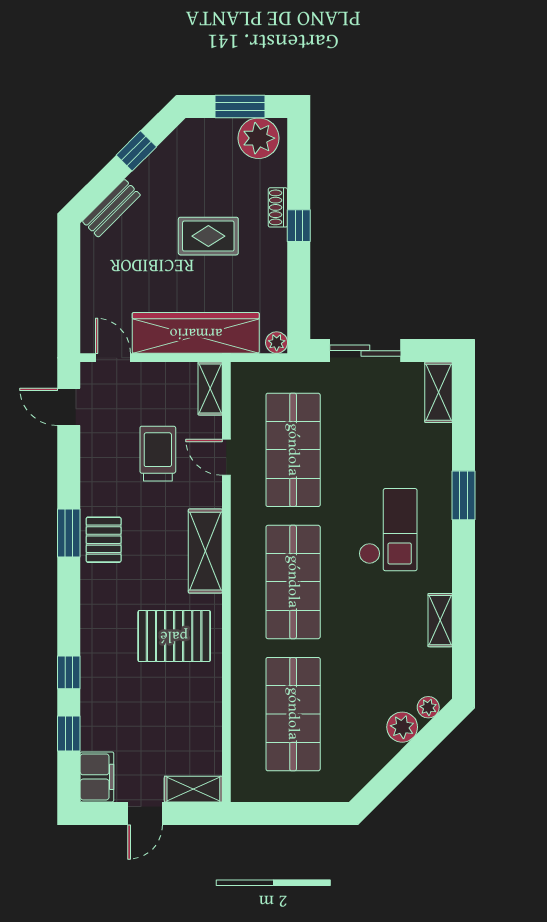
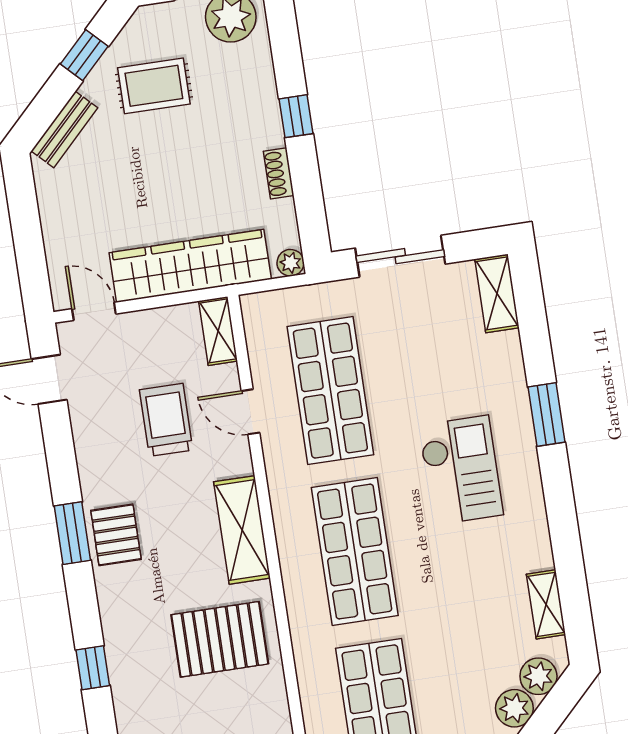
shoe rack: (278, 207) -> (279, 173), moved
rug: (208, 236) -> (154, 86), moved
shelving: (440, 620) -> (546, 604), moved
window: (69, 672) -> (93, 668), moved
plant: (428, 707) -> (538, 676), width x1.38, depth x1.38

